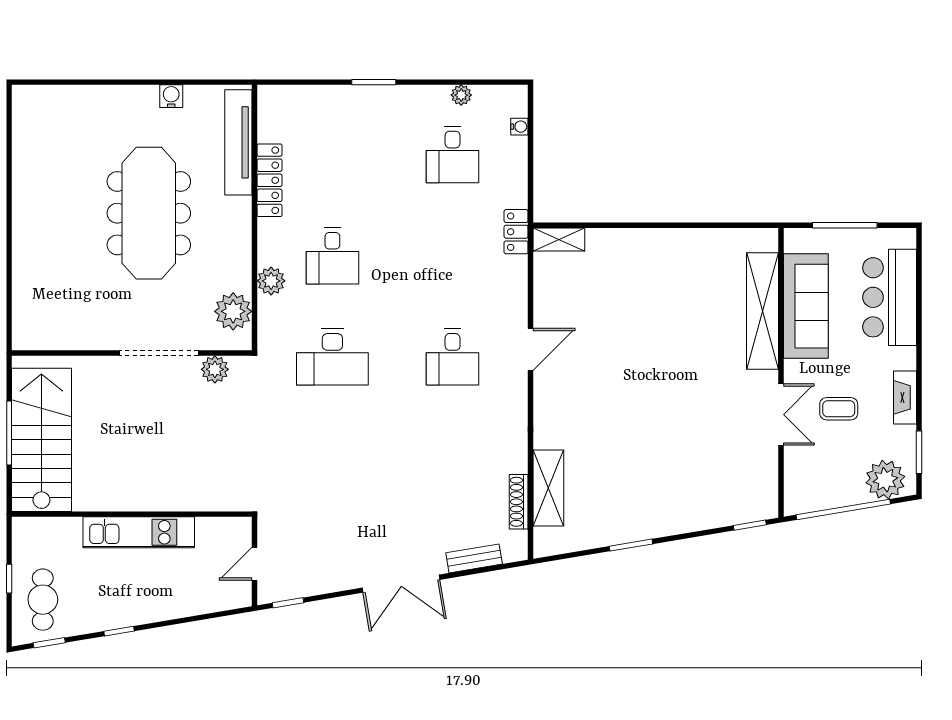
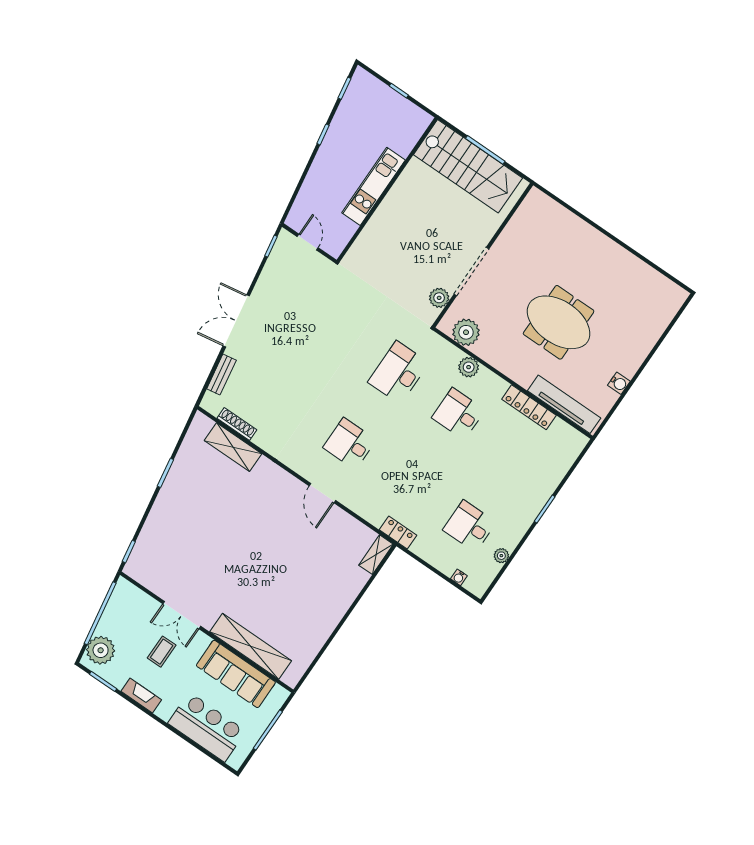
meeting table: (149, 213) -> (559, 322), width x0.73
cafe table: (43, 600) -> (373, 102), removed

